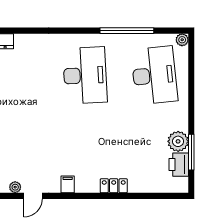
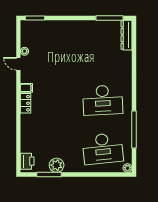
printer: (179, 165) -> (27, 161), moved, turned 90
locker: (114, 186) -> (25, 103), moved

